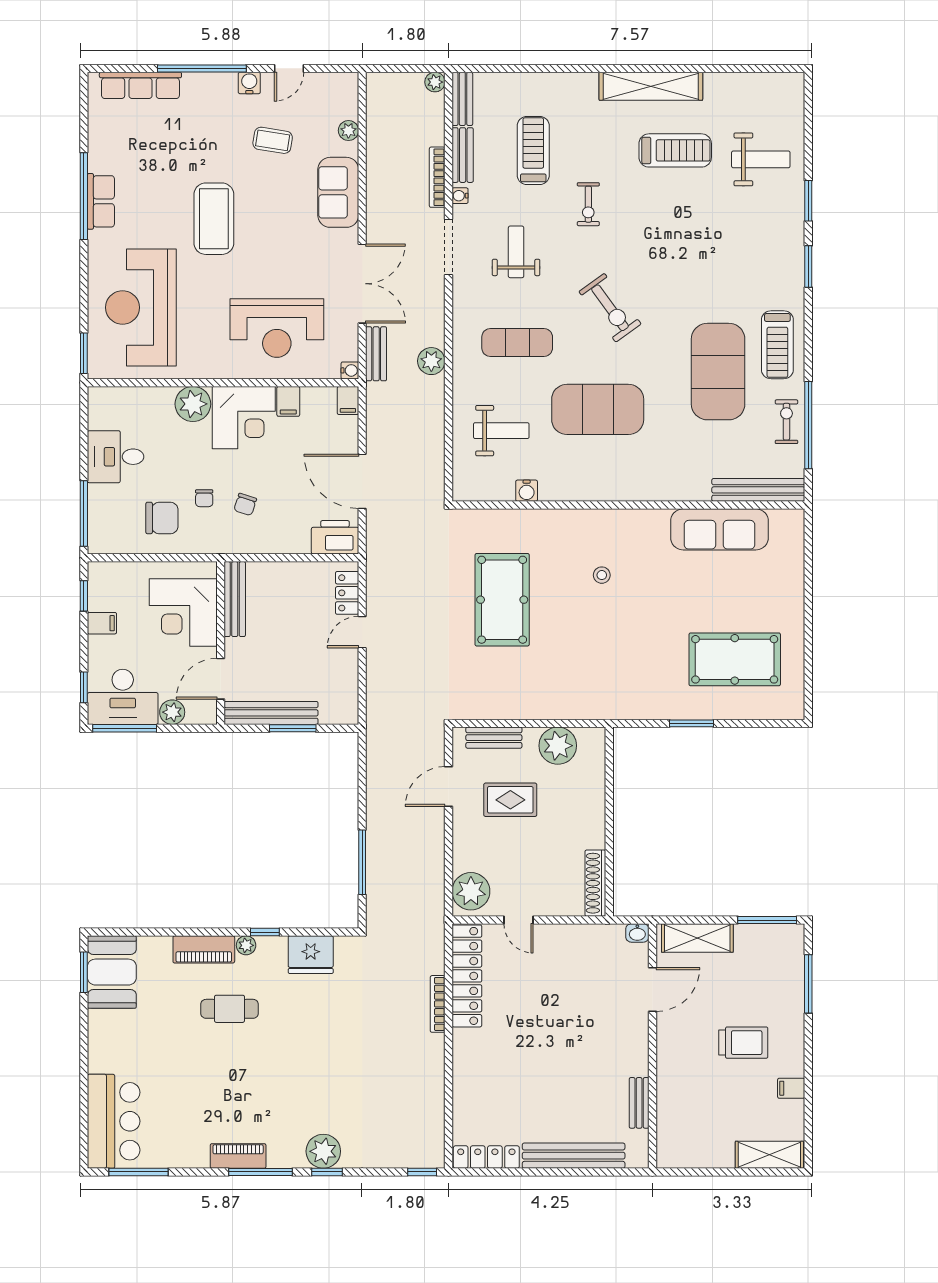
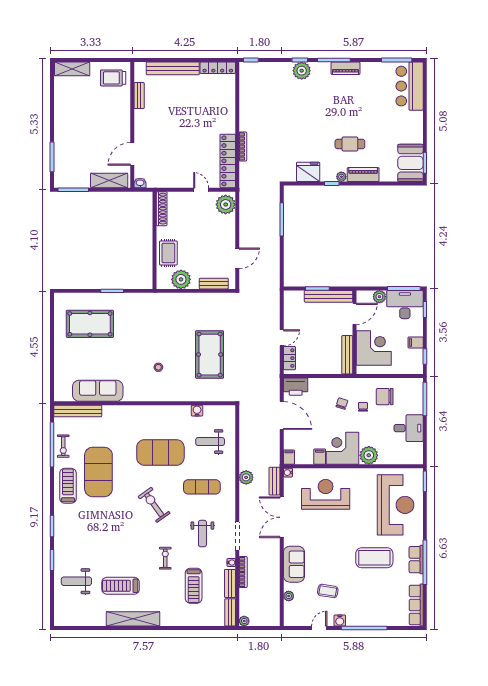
row of seats: (140, 85) -> (416, 605), moved, turned -90
coffee table: (214, 219) -> (374, 558), moved, turned 90
rug: (510, 800) -> (168, 253), moved, turned 90
trolley: (743, 1043) -> (113, 78), moved
filing cabinet: (791, 1088) -> (61, 103), removed

